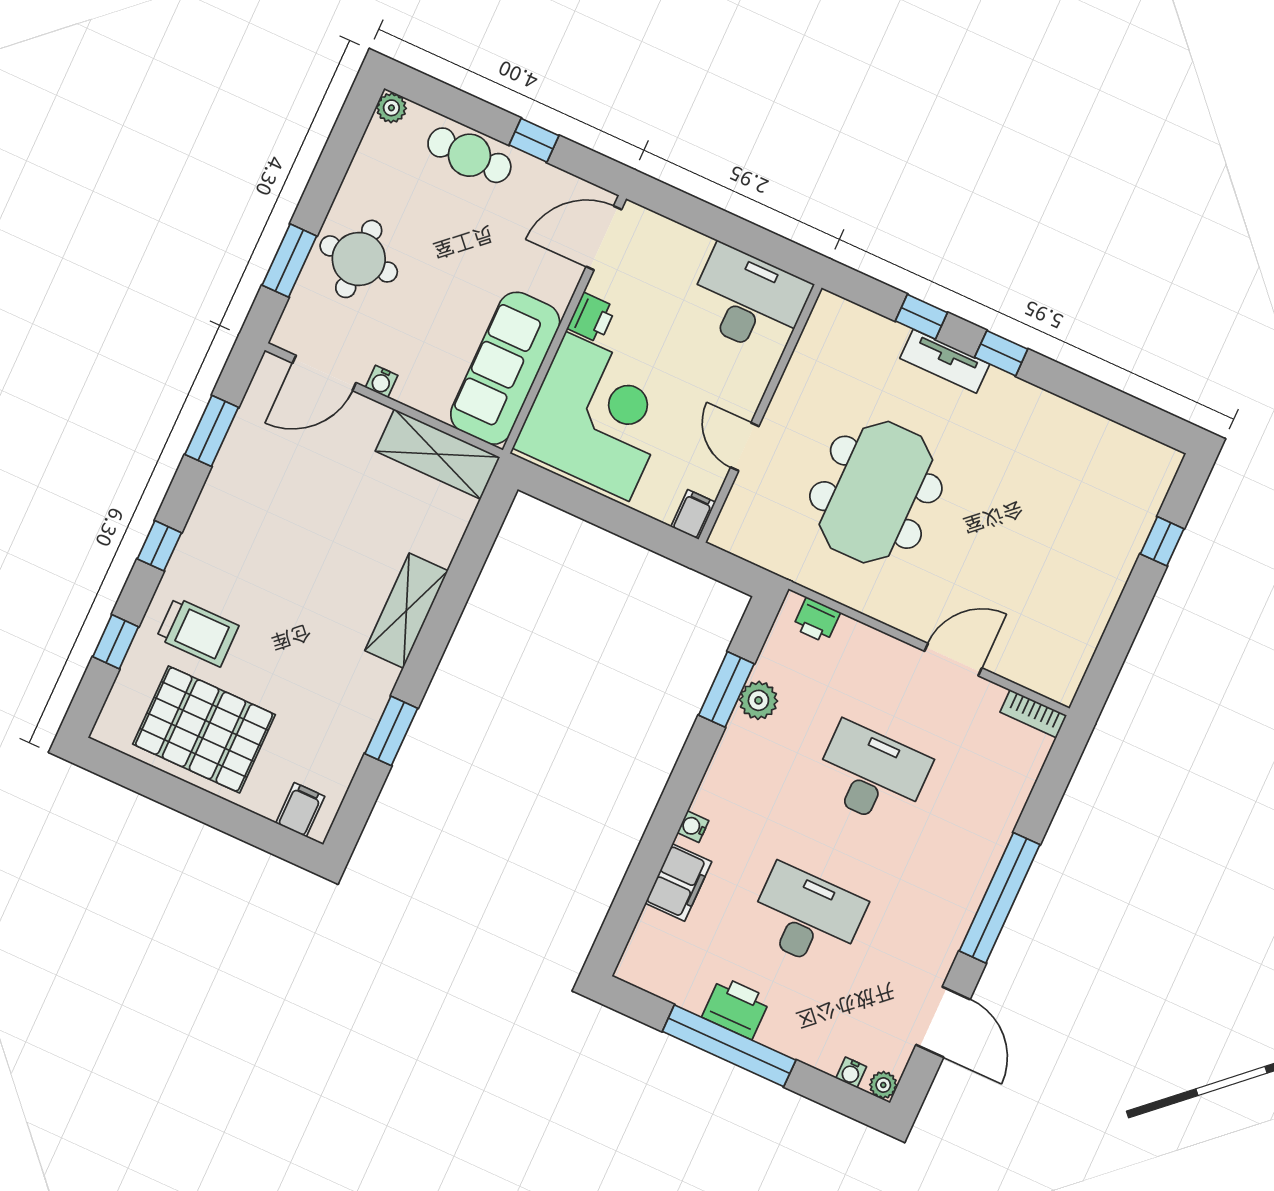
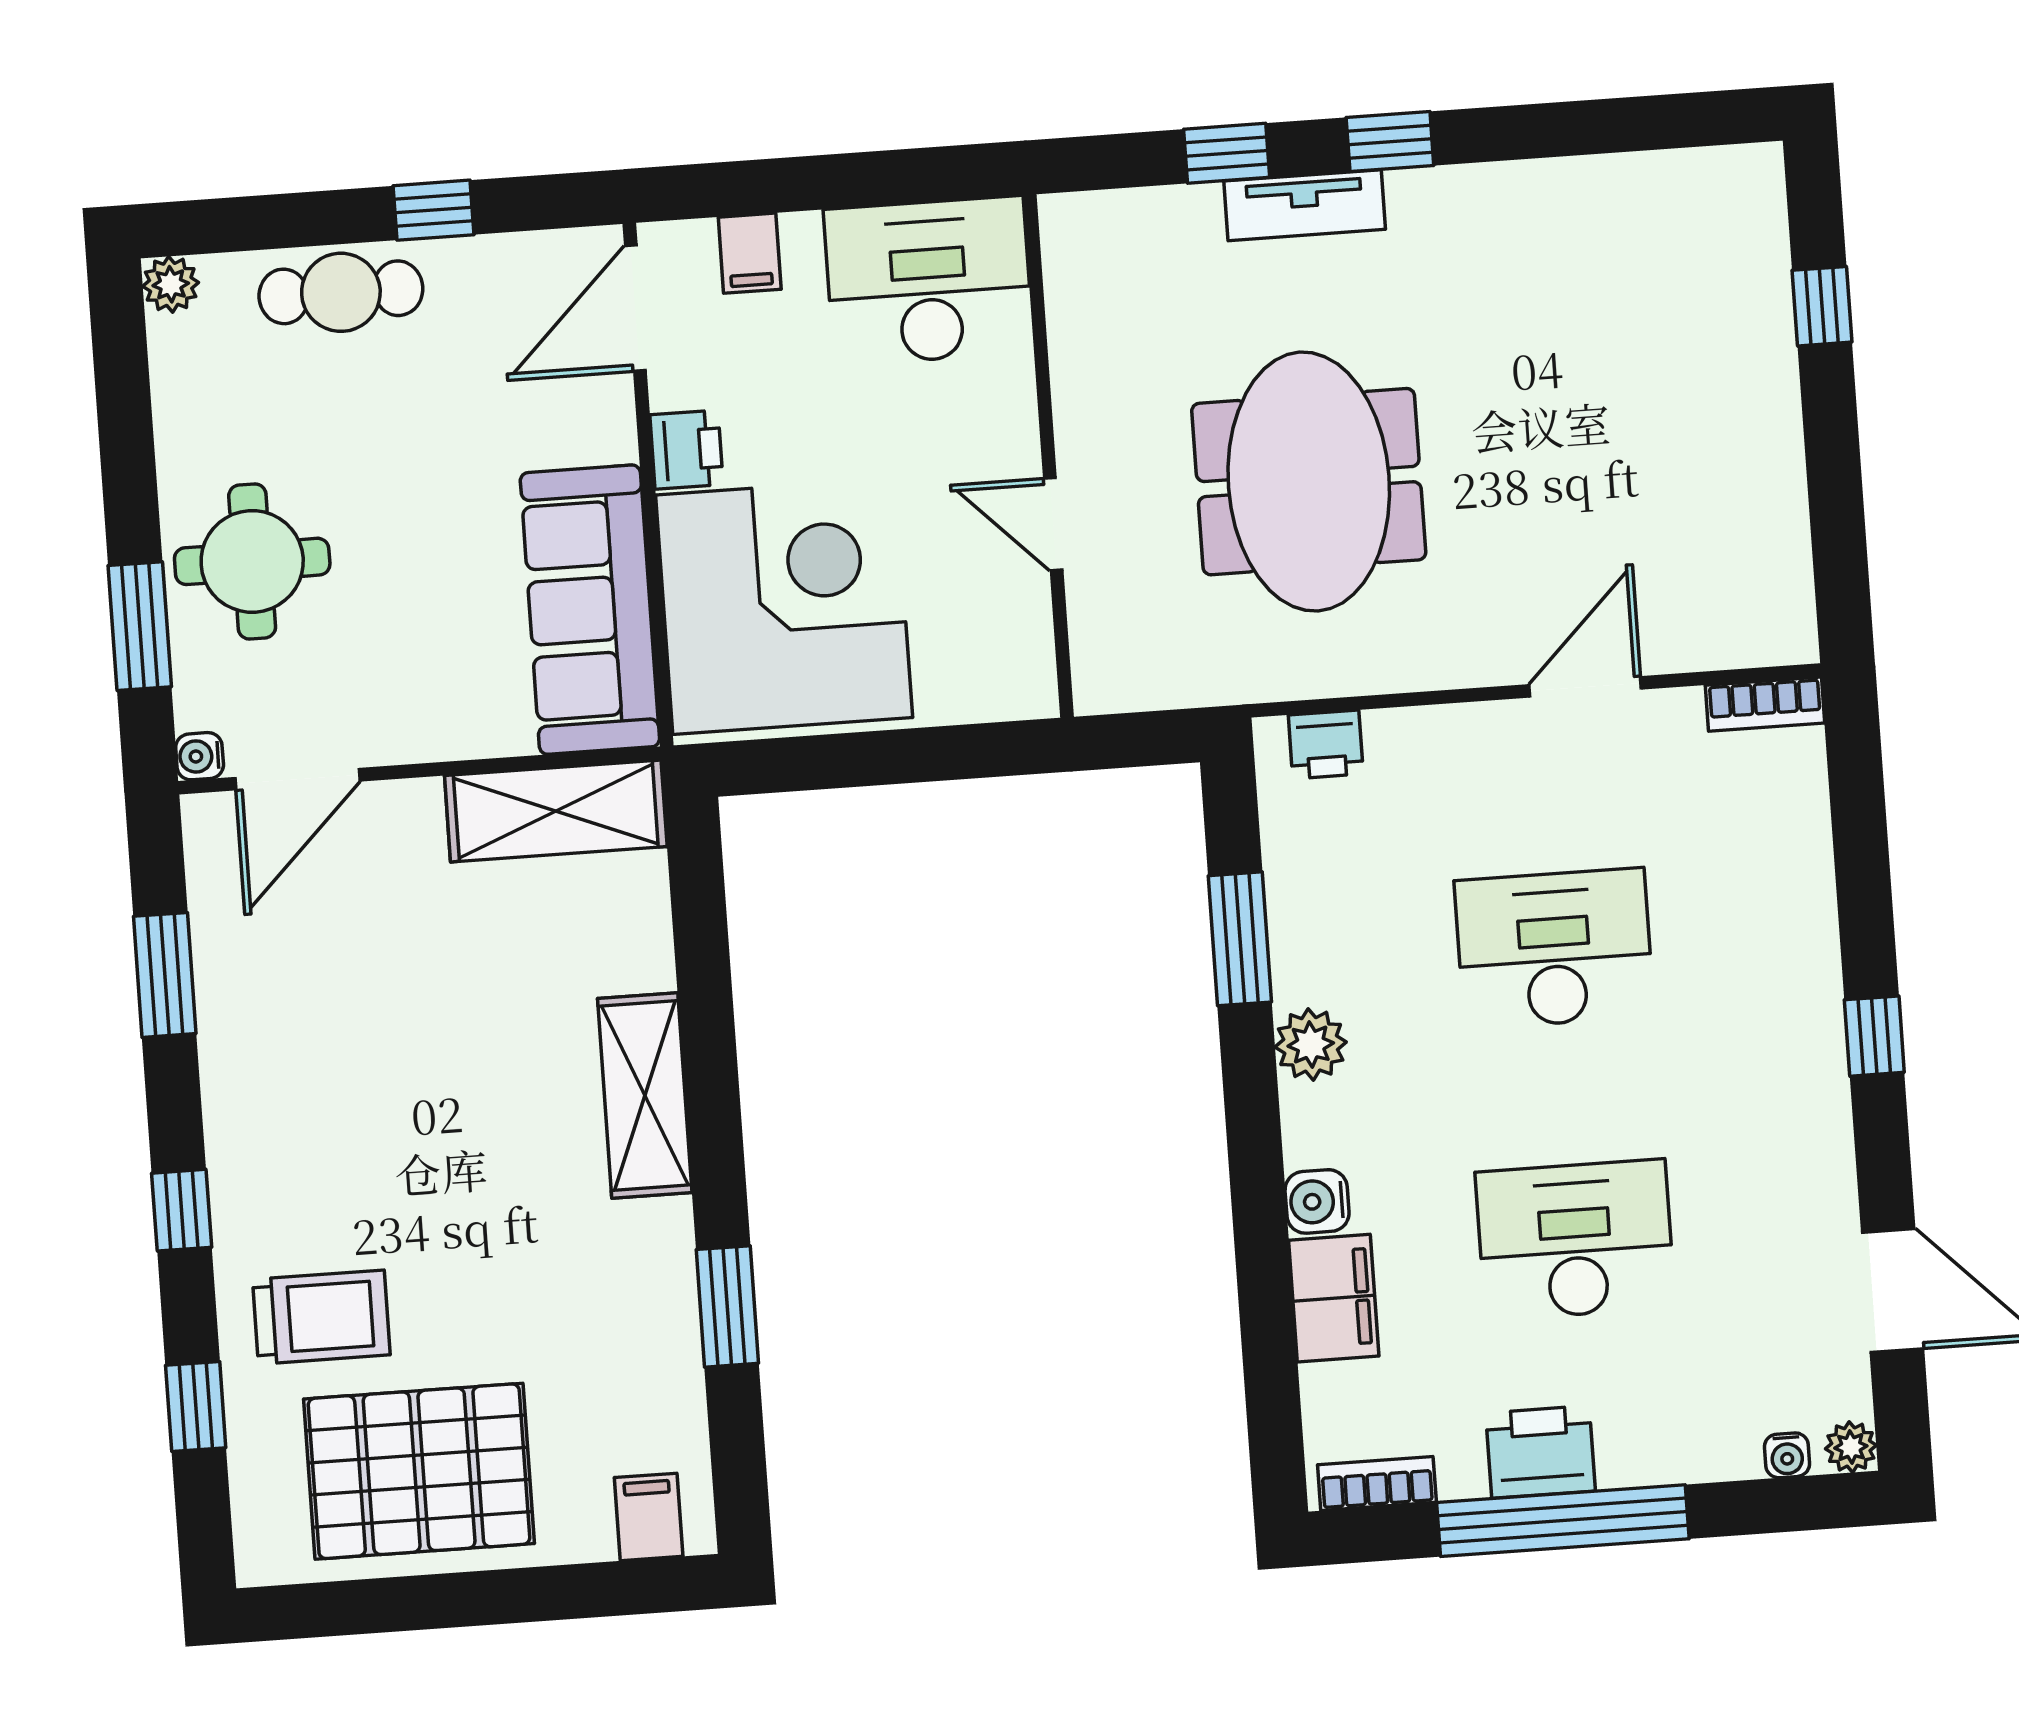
water cooler: (382, 381) -> (200, 756), moved, turned 90
filing cabinet: (693, 514) -> (750, 253), moved, turned 180
plant: (758, 700) -> (1311, 1044), moved
water cooler: (693, 827) -> (1317, 1201), width x1.38, depth x1.38
window: (1000, 898) -> (1874, 1036), width x0.32
bookcase: (651, 981) -> (1377, 1483), added

